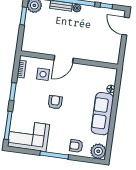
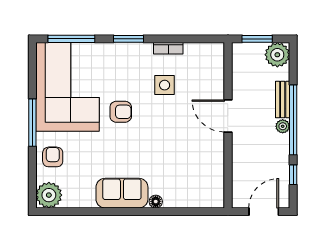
door: (64, 59) -> (228, 116), moved
wall: (69, 60) -> (228, 125), moved
sofa: (102, 114) -> (122, 193), width x0.73
corner sofa: (28, 135) -> (67, 87), width x1.36, depth x1.36

